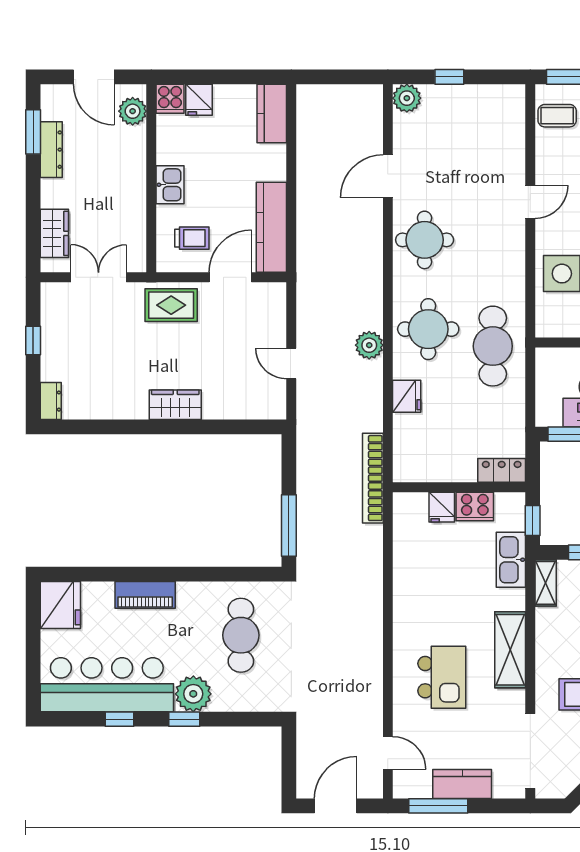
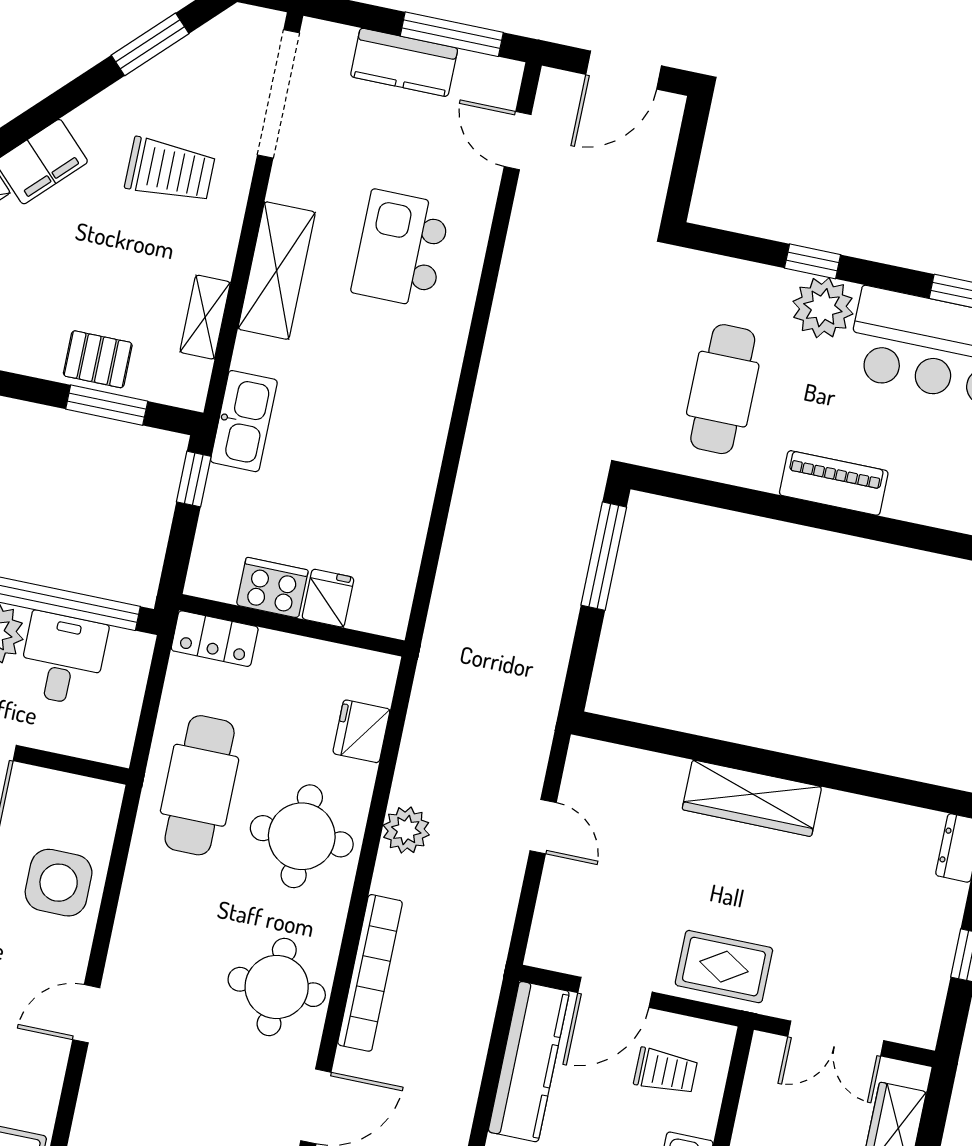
trolley: (192, 238) -> (666, 1071), turned 180
wardrobe: (175, 405) -> (752, 798), width x1.50
locker: (502, 470) -> (215, 639), moved
bookcase: (373, 478) -> (370, 973), moved
wall: (459, 487) -> (292, 625), moved
cooker: (475, 506) -> (272, 588), moved
fridge: (442, 507) -> (328, 598), moved
shelving: (546, 583) -> (205, 317), moved
piano: (145, 595) -> (834, 483), moved
window: (184, 719) -> (813, 261), moved

